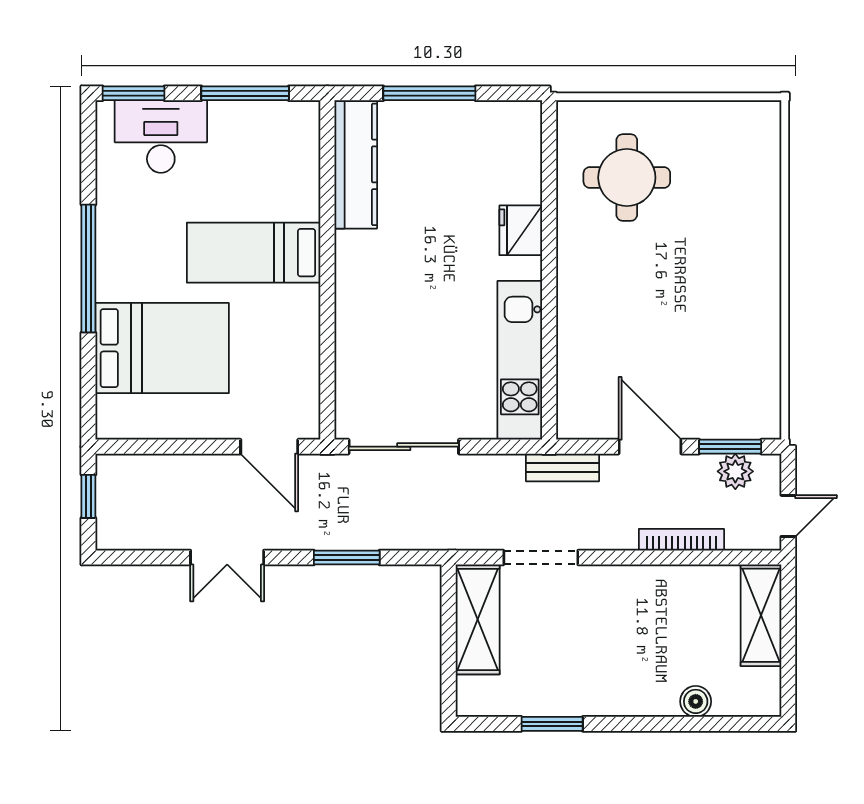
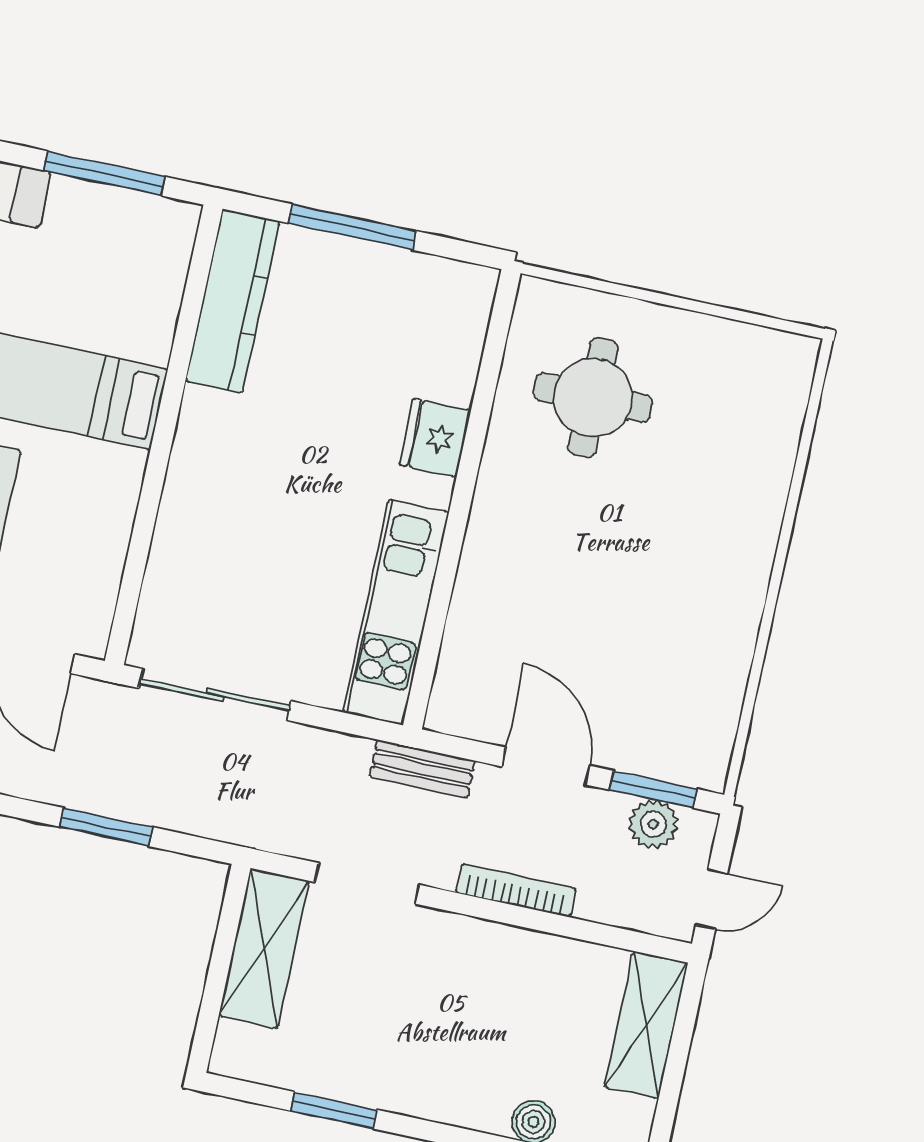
bookcase: (681, 540) -> (516, 890), moved

